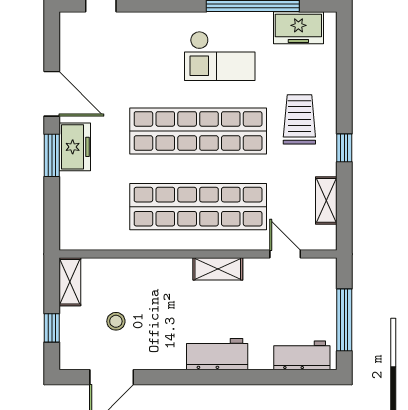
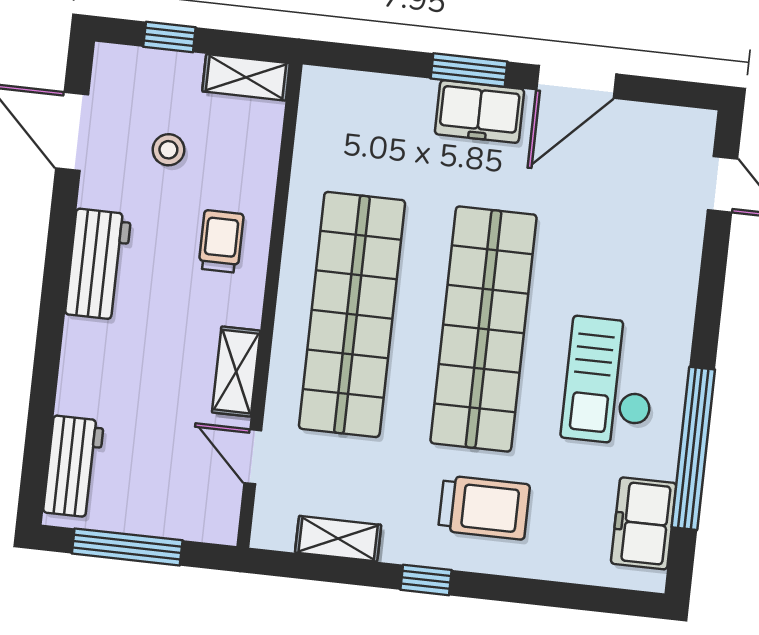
door: (285, 254) -> (253, 457), swing flipped
shelving: (218, 269) -> (236, 372), moved
trolley: (165, 286) -> (221, 241), added
workbench: (217, 354) -> (98, 264), moved

